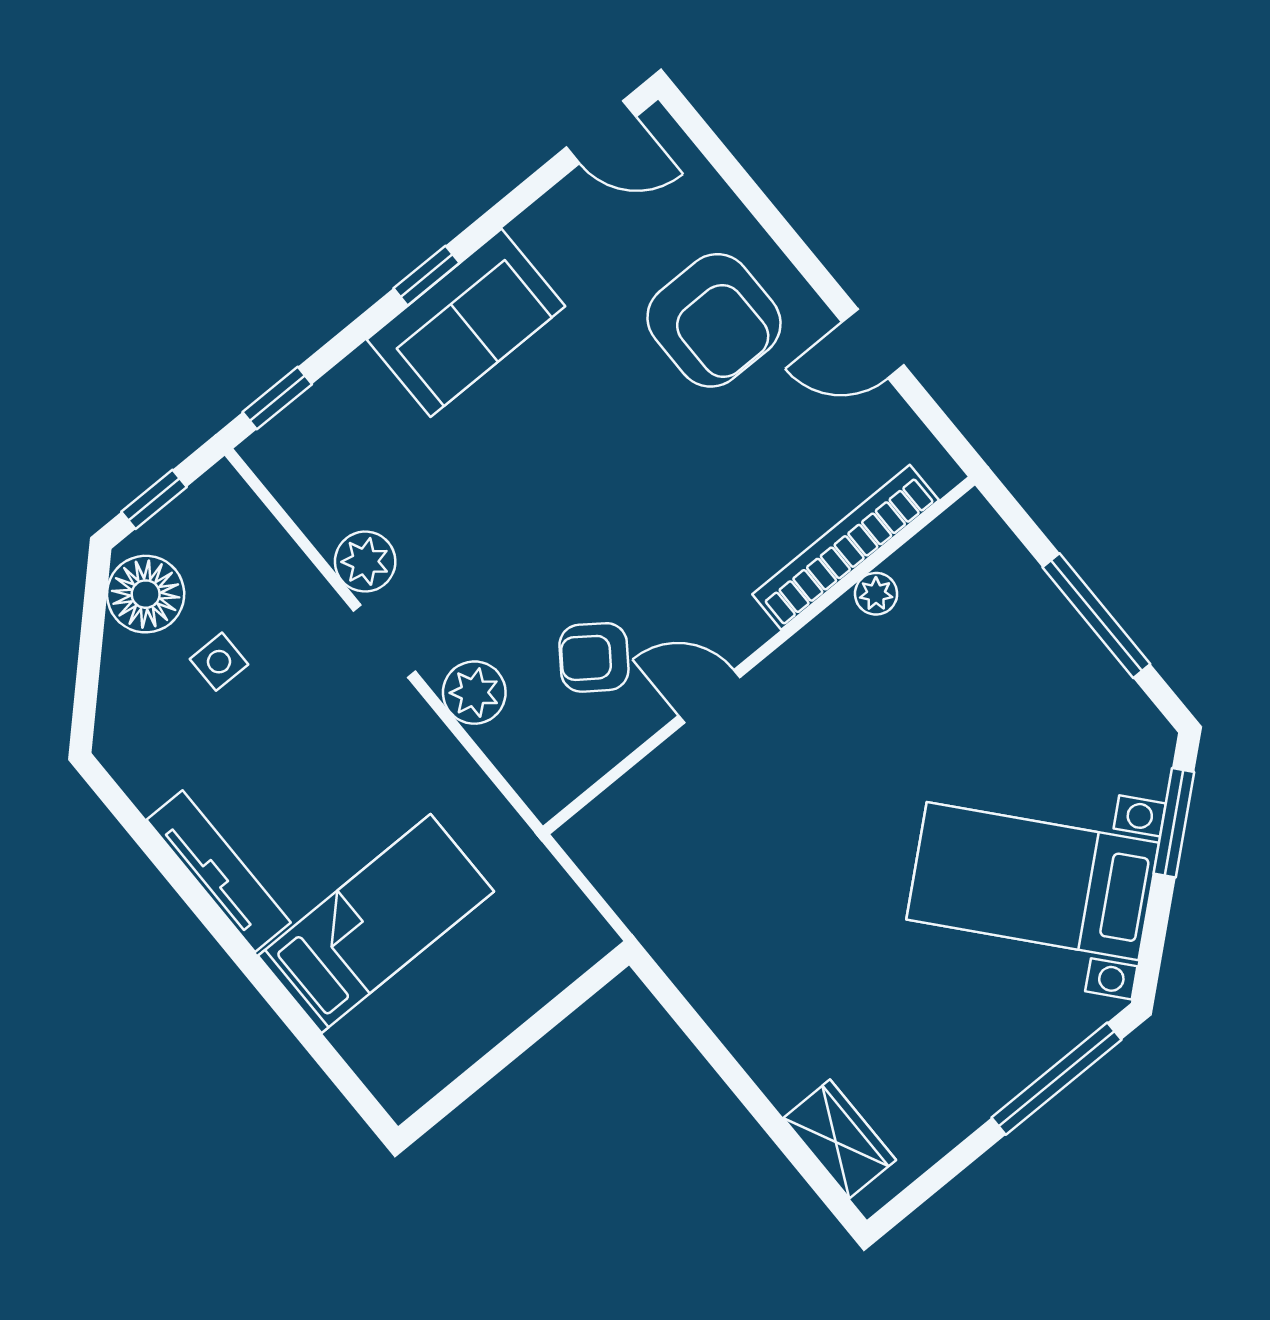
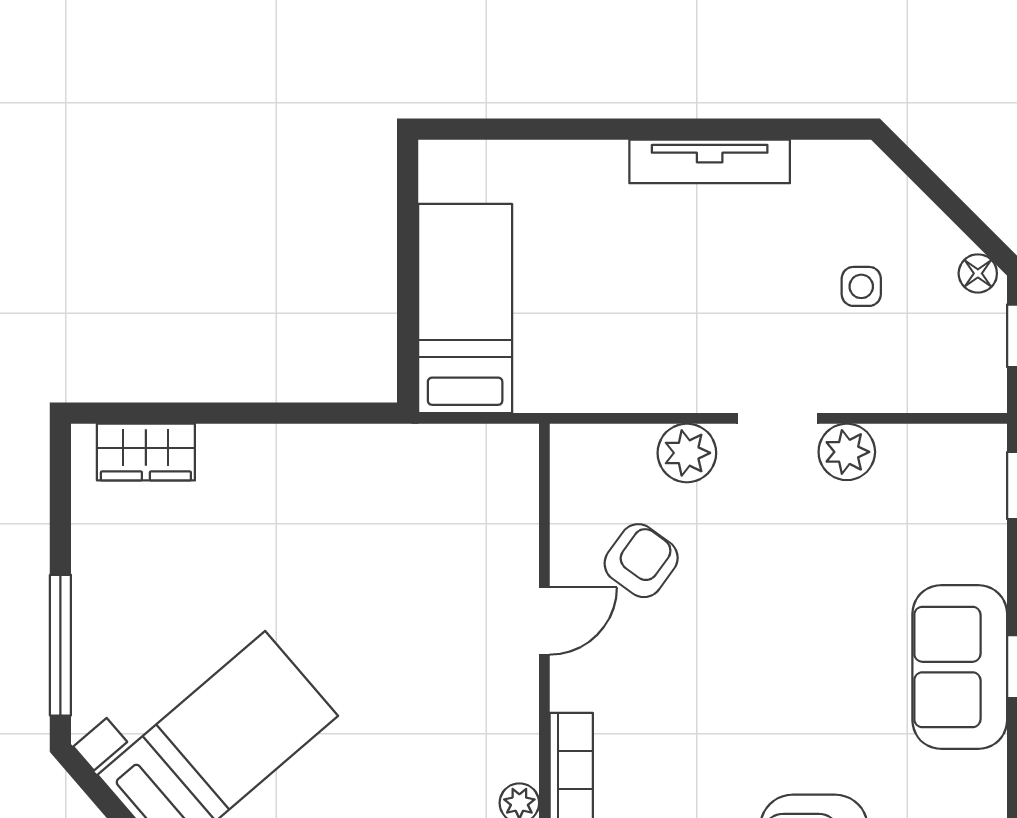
floor lamp: (146, 594) -> (978, 273), width x0.53, depth x0.53
bed: (376, 924) -> (465, 309), moved, turned 180

